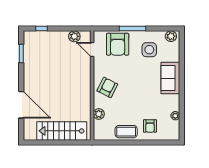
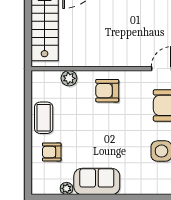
sofa: (170, 78) -> (97, 181), moved
armchair: (107, 87) -> (107, 91), turned 153

